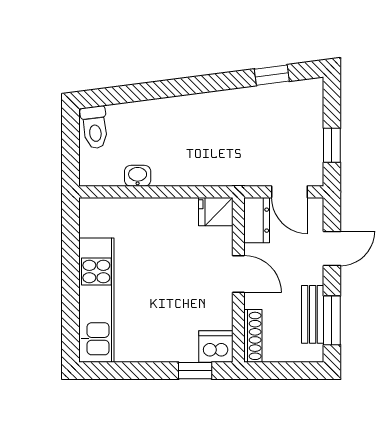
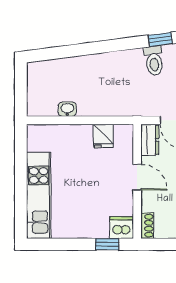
toilet: (95, 127) -> (154, 61), moved
fridge: (216, 212) -> (103, 136), moved, turned -90
shoe rack: (253, 336) -> (147, 226), width x0.70

